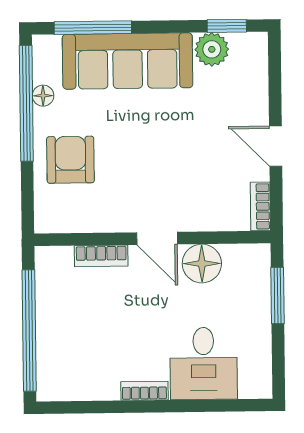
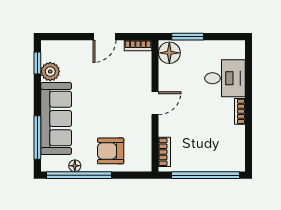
bookcase: (101, 256) -> (164, 152), moved
floor lamp: (202, 264) -> (169, 53), moved

